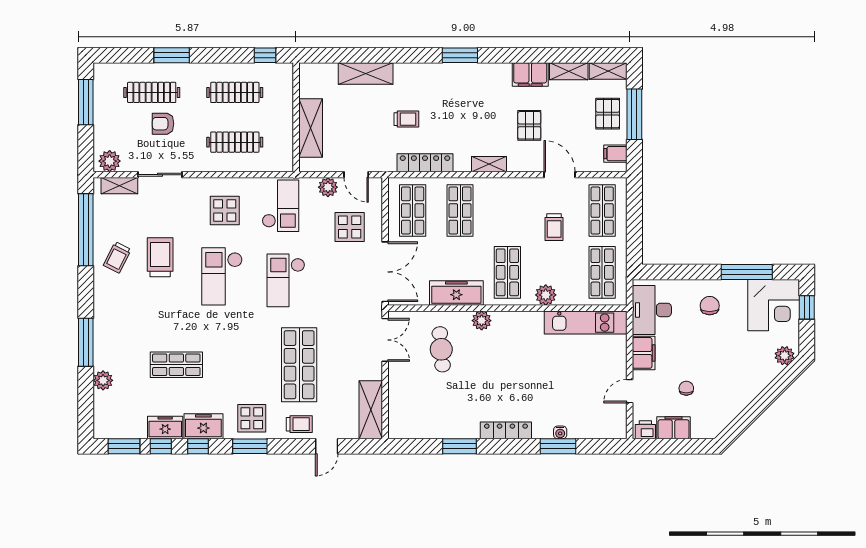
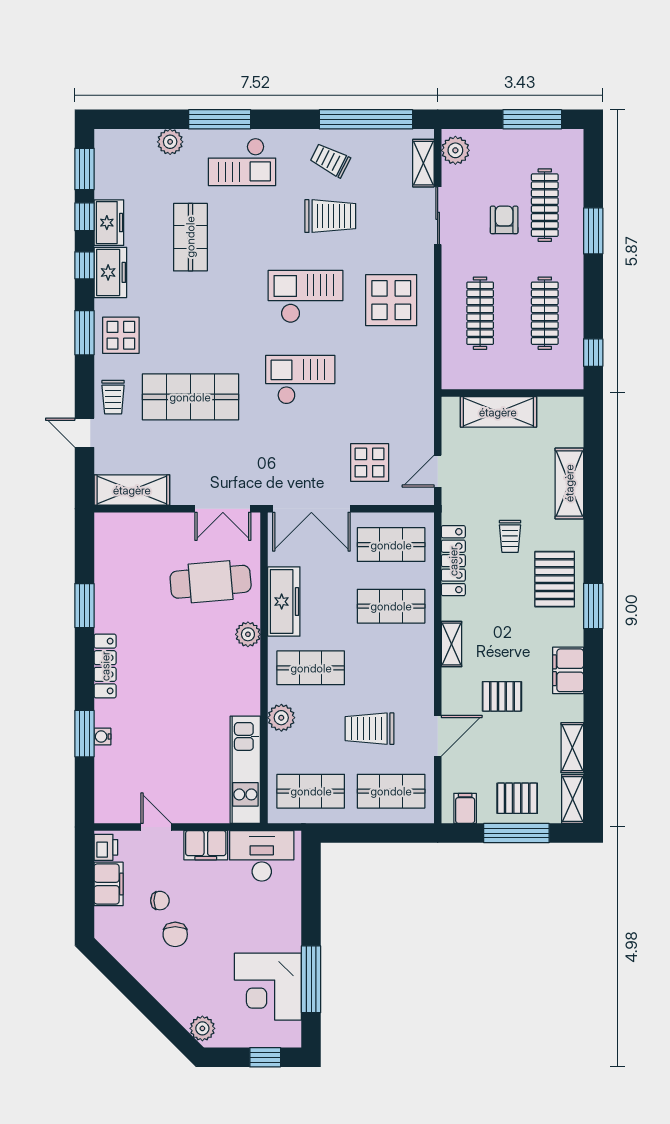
filing cabinet: (530, 74) -> (568, 670), moved
pallet: (439, 85) -> (555, 579), added
plant: (328, 187) -> (421, 434), removed
checkout: (281, 206) -> (242, 162), moved
display table: (225, 210) -> (391, 300), width x1.36, depth x1.36
trolley: (554, 227) -> (370, 729), width x1.36, depth x1.39
corner desk: (774, 305) -> (268, 987), moved
chair: (710, 306) -> (175, 934), moved, turned 90
cafe table: (441, 349) -> (211, 582), width x1.37, depth x1.35

